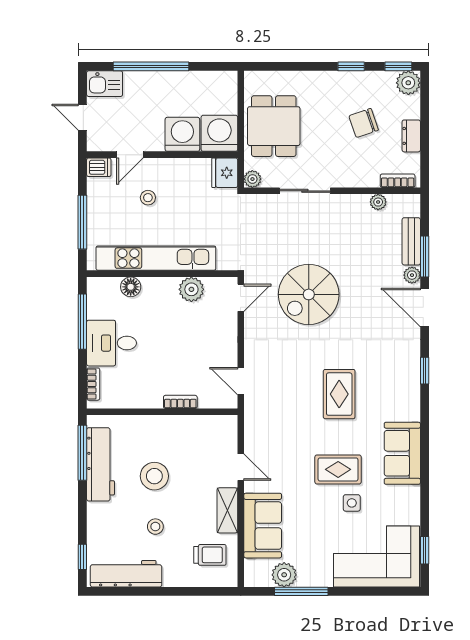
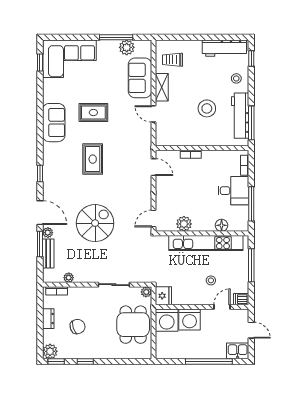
spiral stairs: (309, 294) -> (95, 223), moved
side table: (352, 503) -> (85, 92), removed
stool: (155, 527) -> (236, 78), moved

